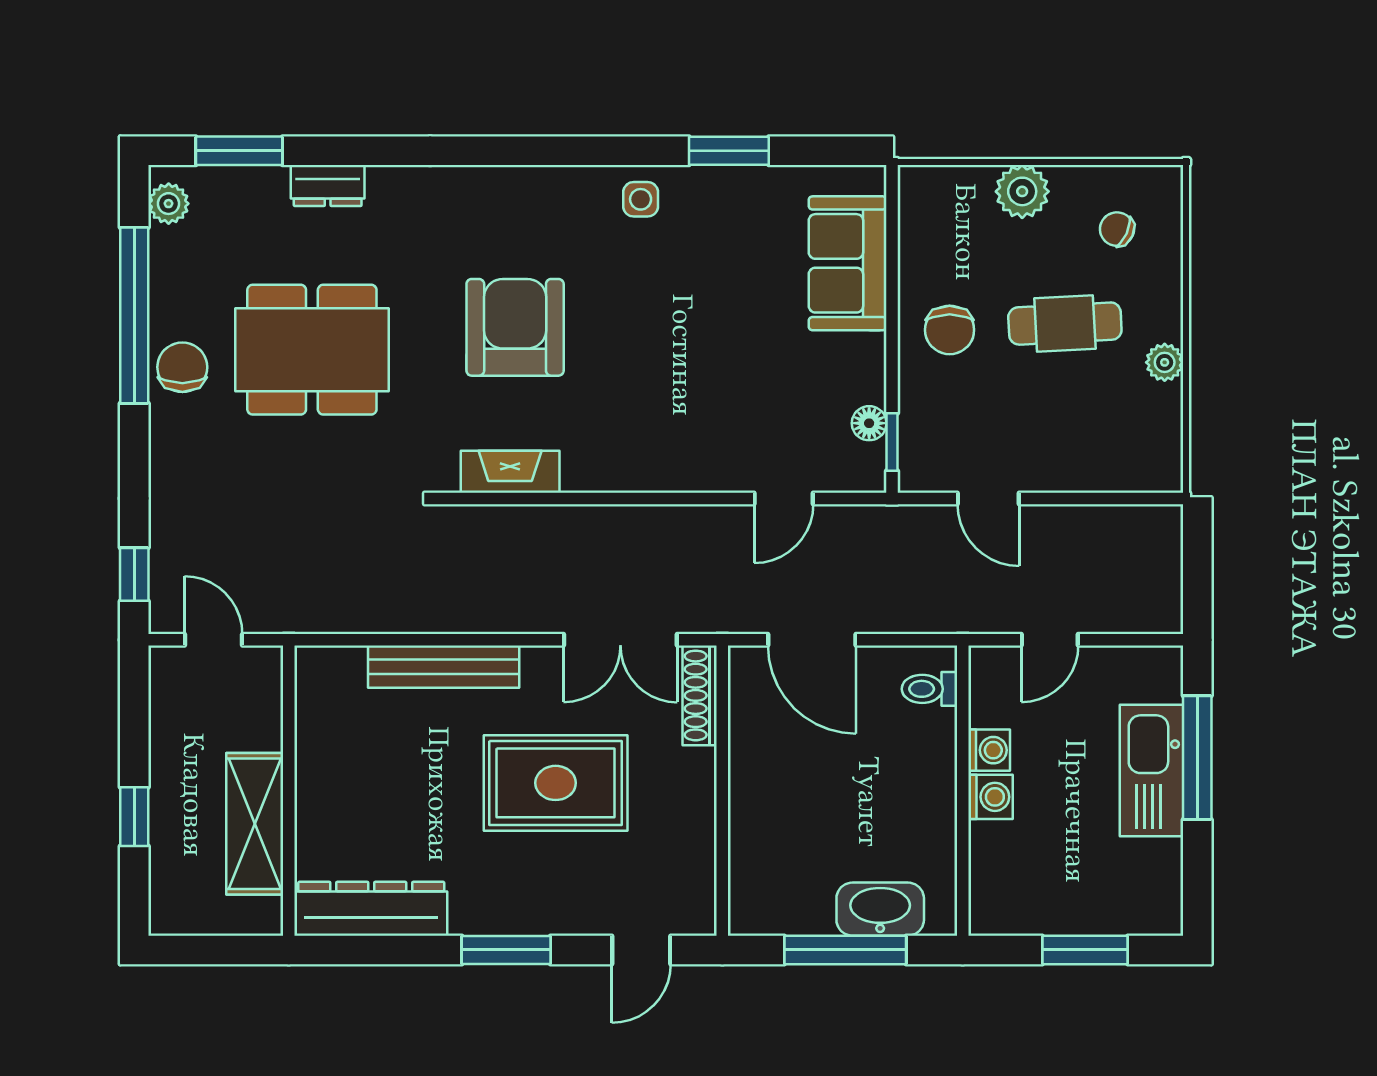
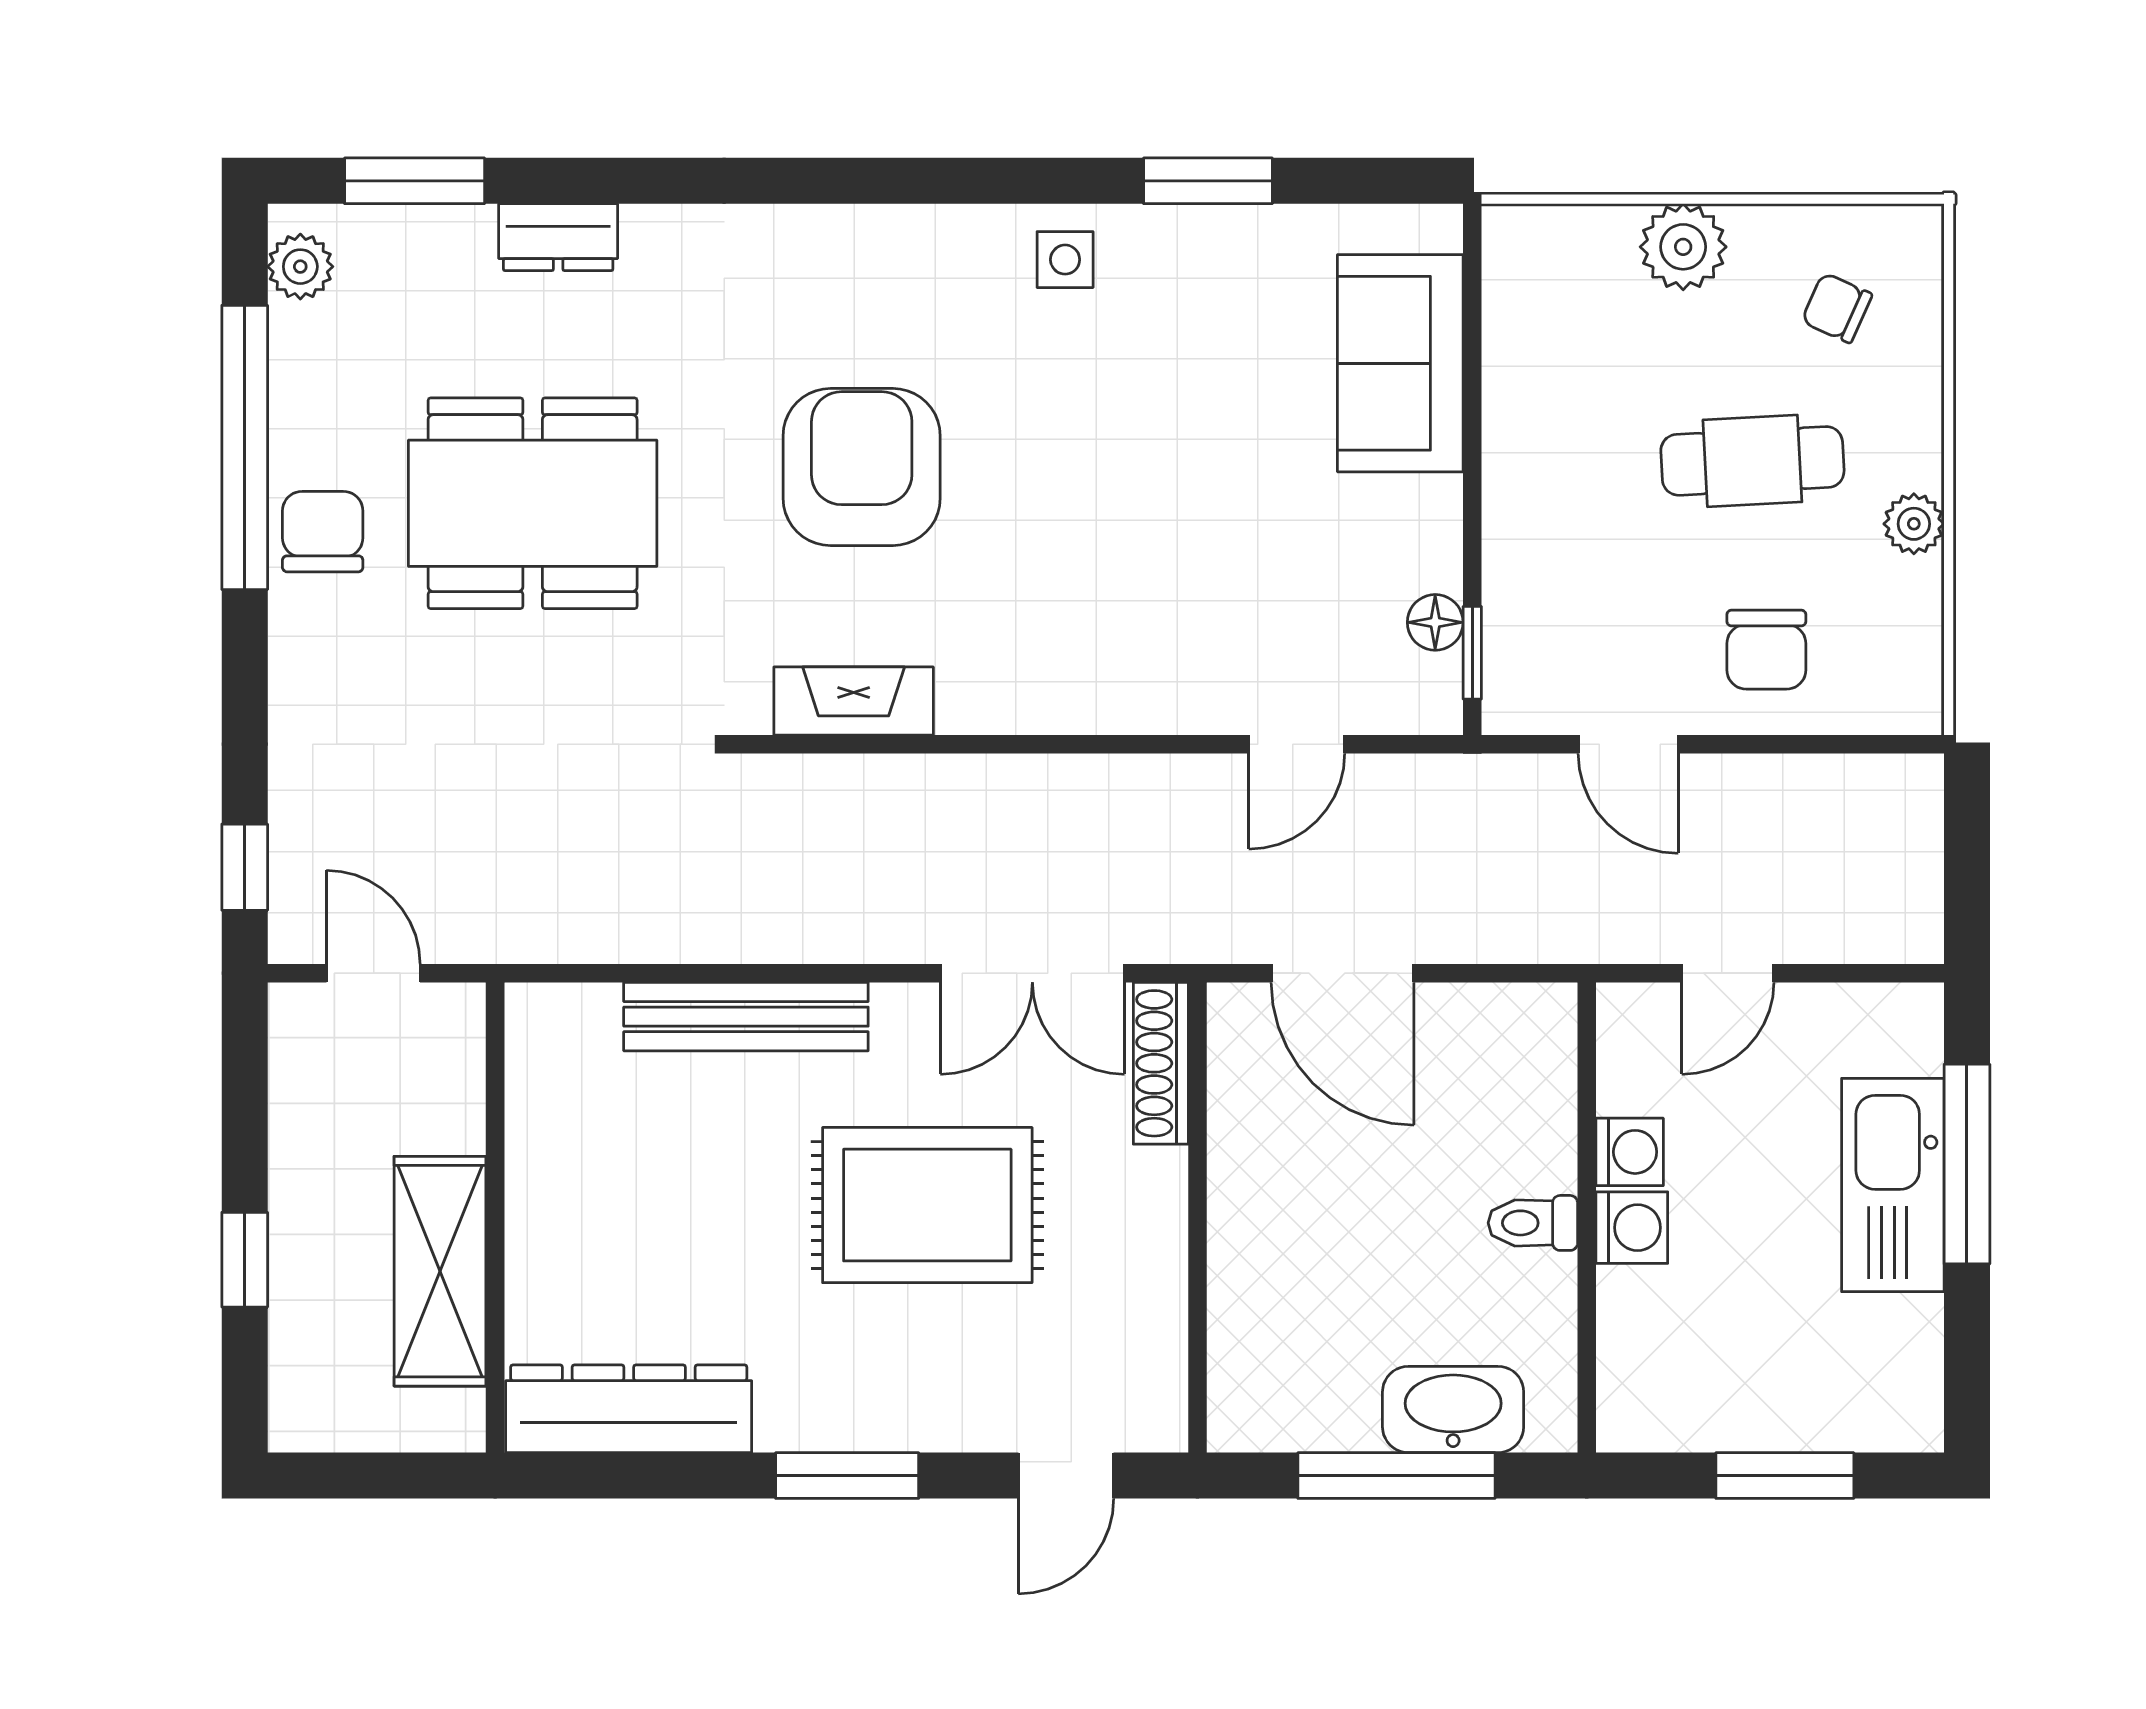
chair: (950, 330) -> (1766, 650), moved
toilet: (929, 689) -> (1533, 1223), moved

